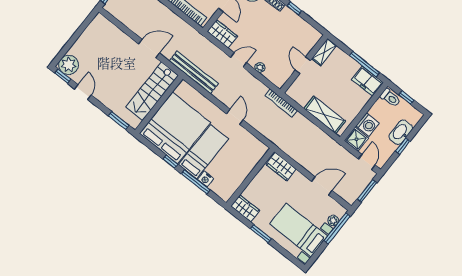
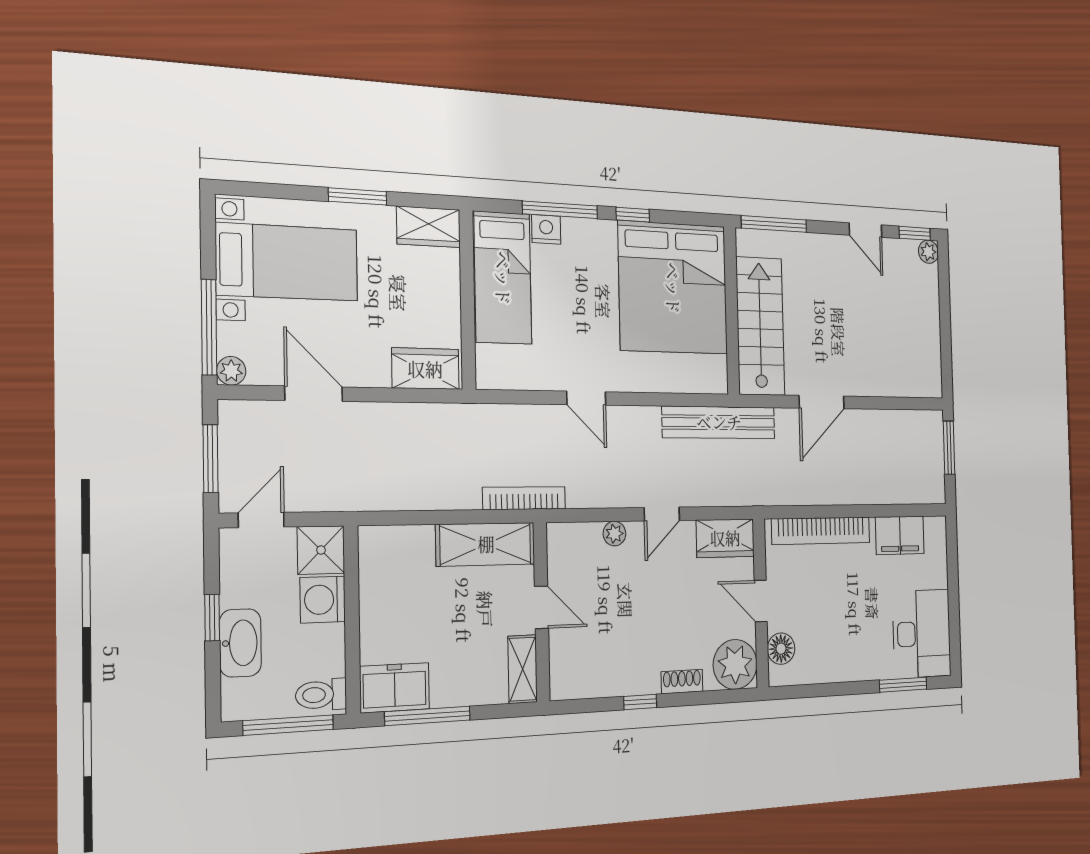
plant: (69, 65) -> (928, 252), width x0.53, depth x0.53
window: (406, 97) -> (288, 725), width x2.17
shelving: (325, 115) -> (486, 544), moved
window: (119, 120) -> (774, 224), width x1.44
bed: (204, 152) -> (503, 278), moved
door: (367, 162) -> (261, 520), swing flipped
door: (322, 186) -> (314, 394), swing flipped
plant: (333, 221) -> (231, 371), moved

